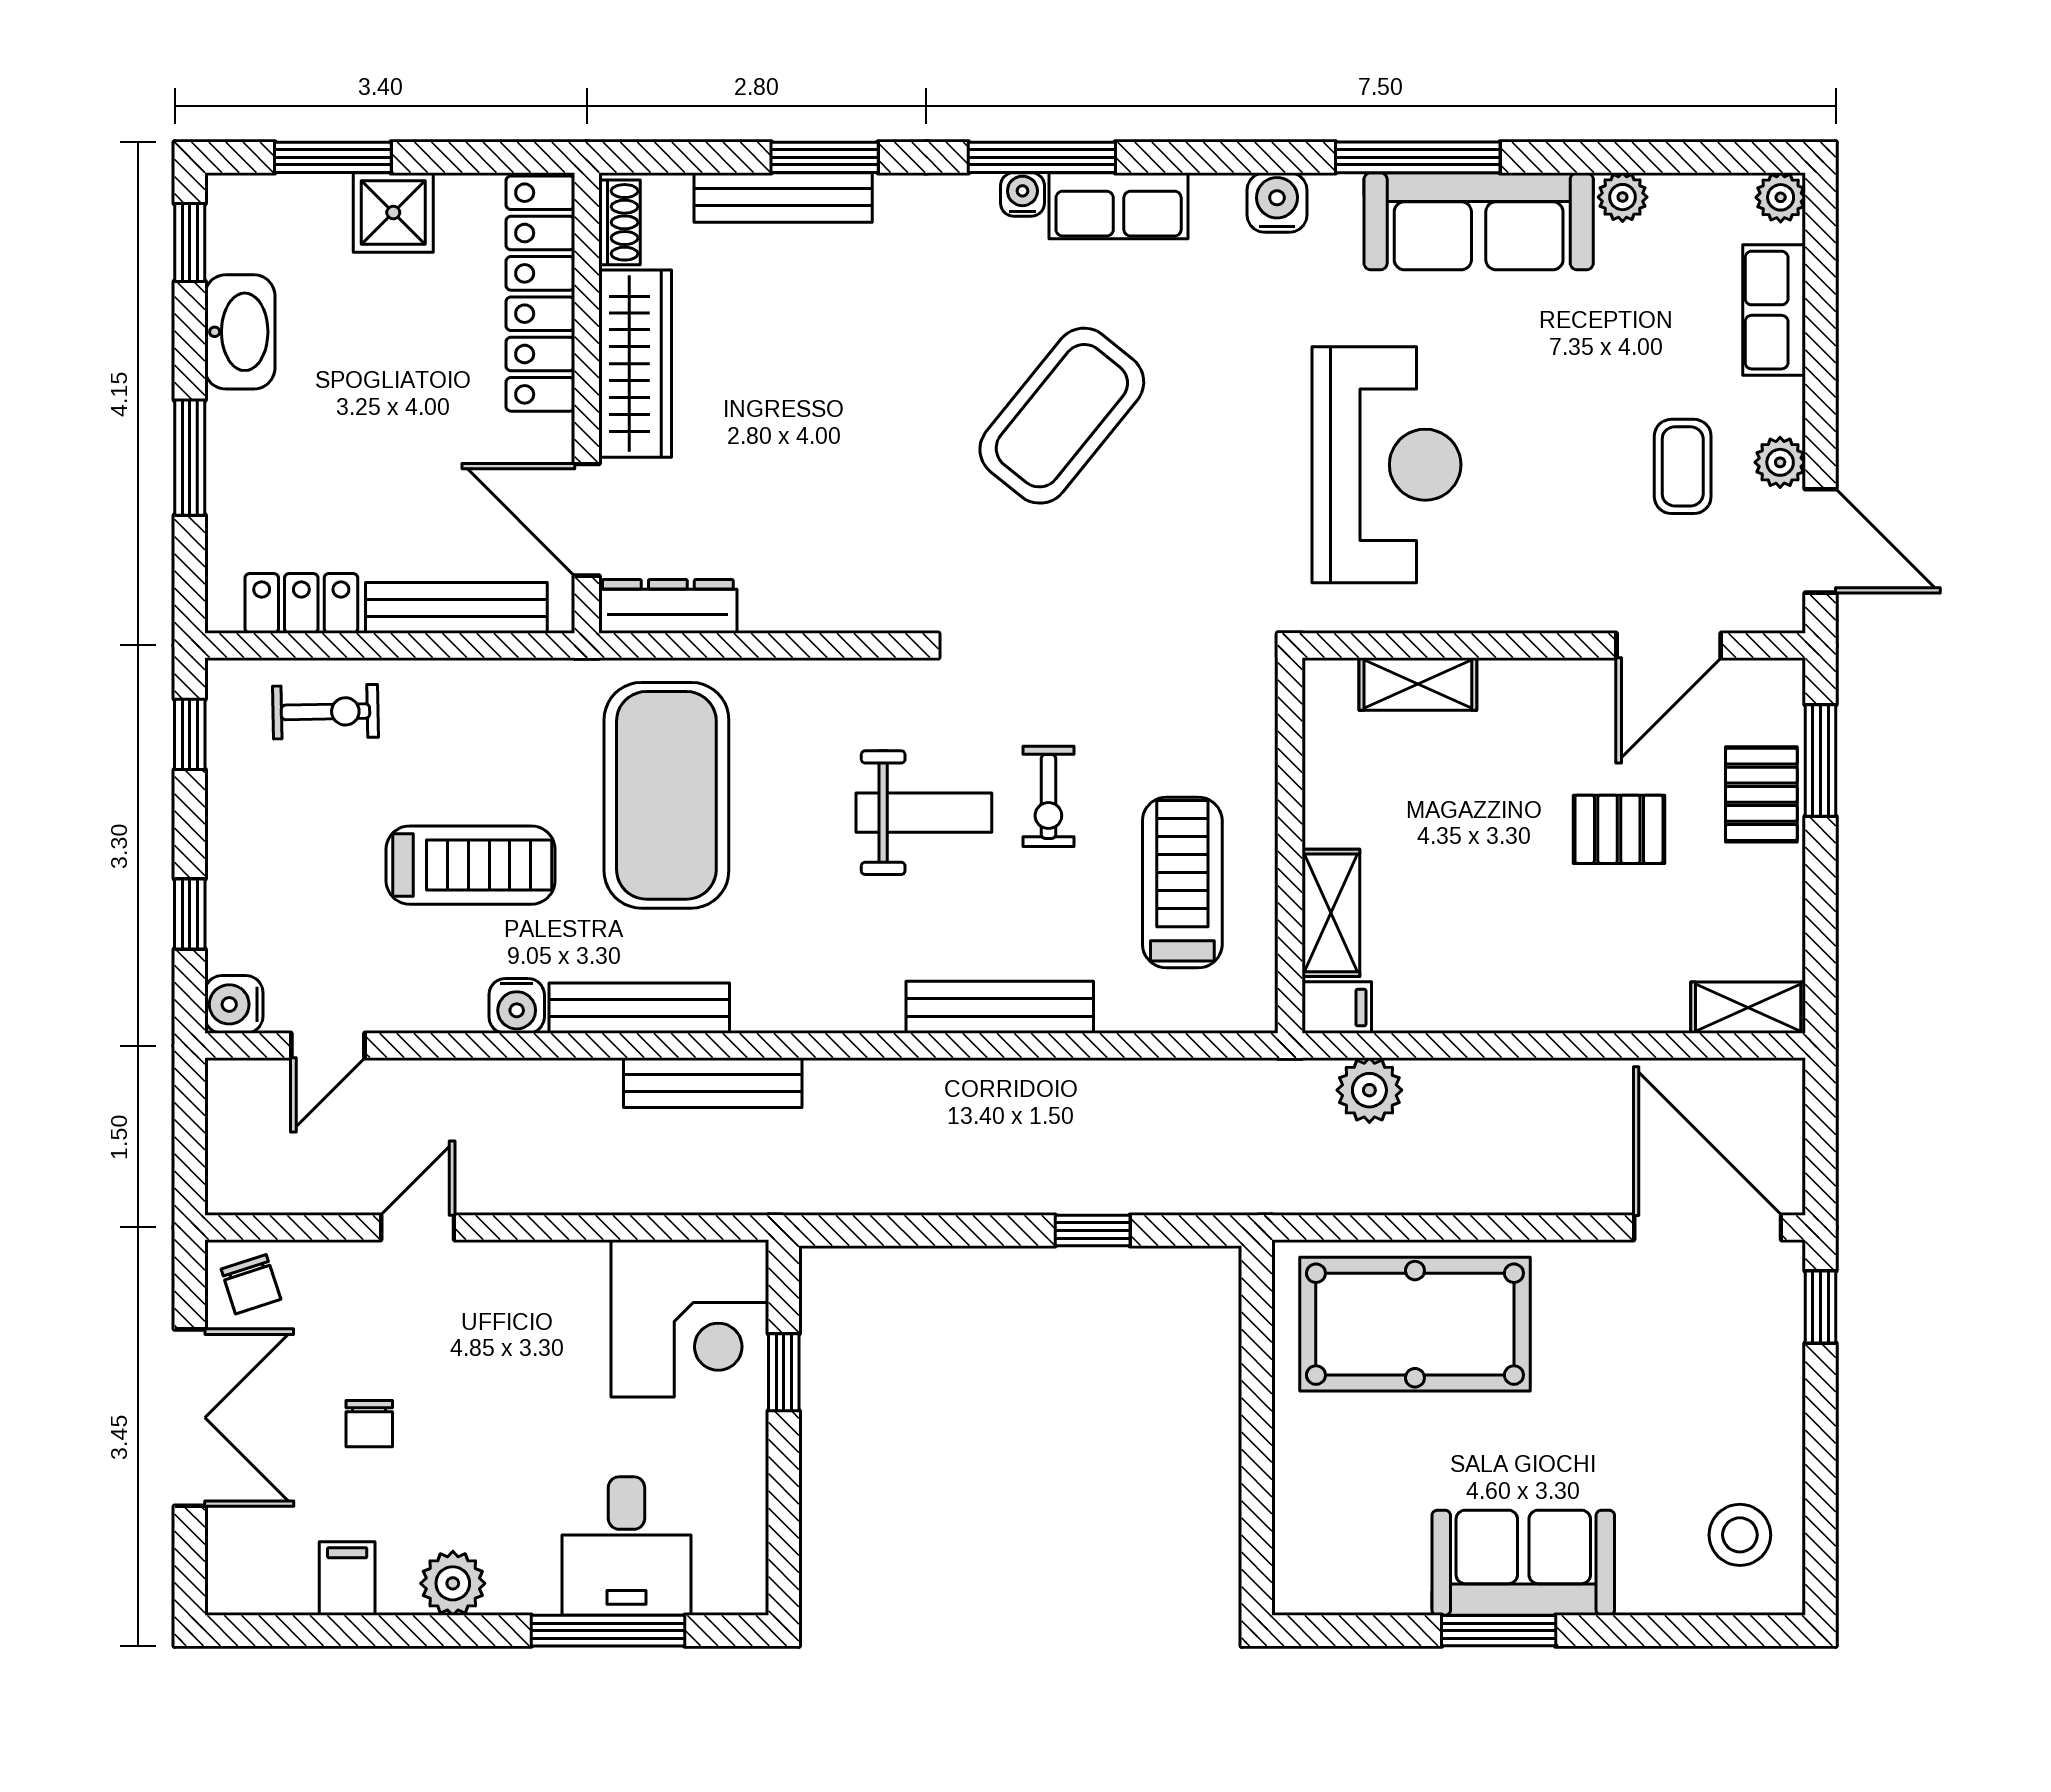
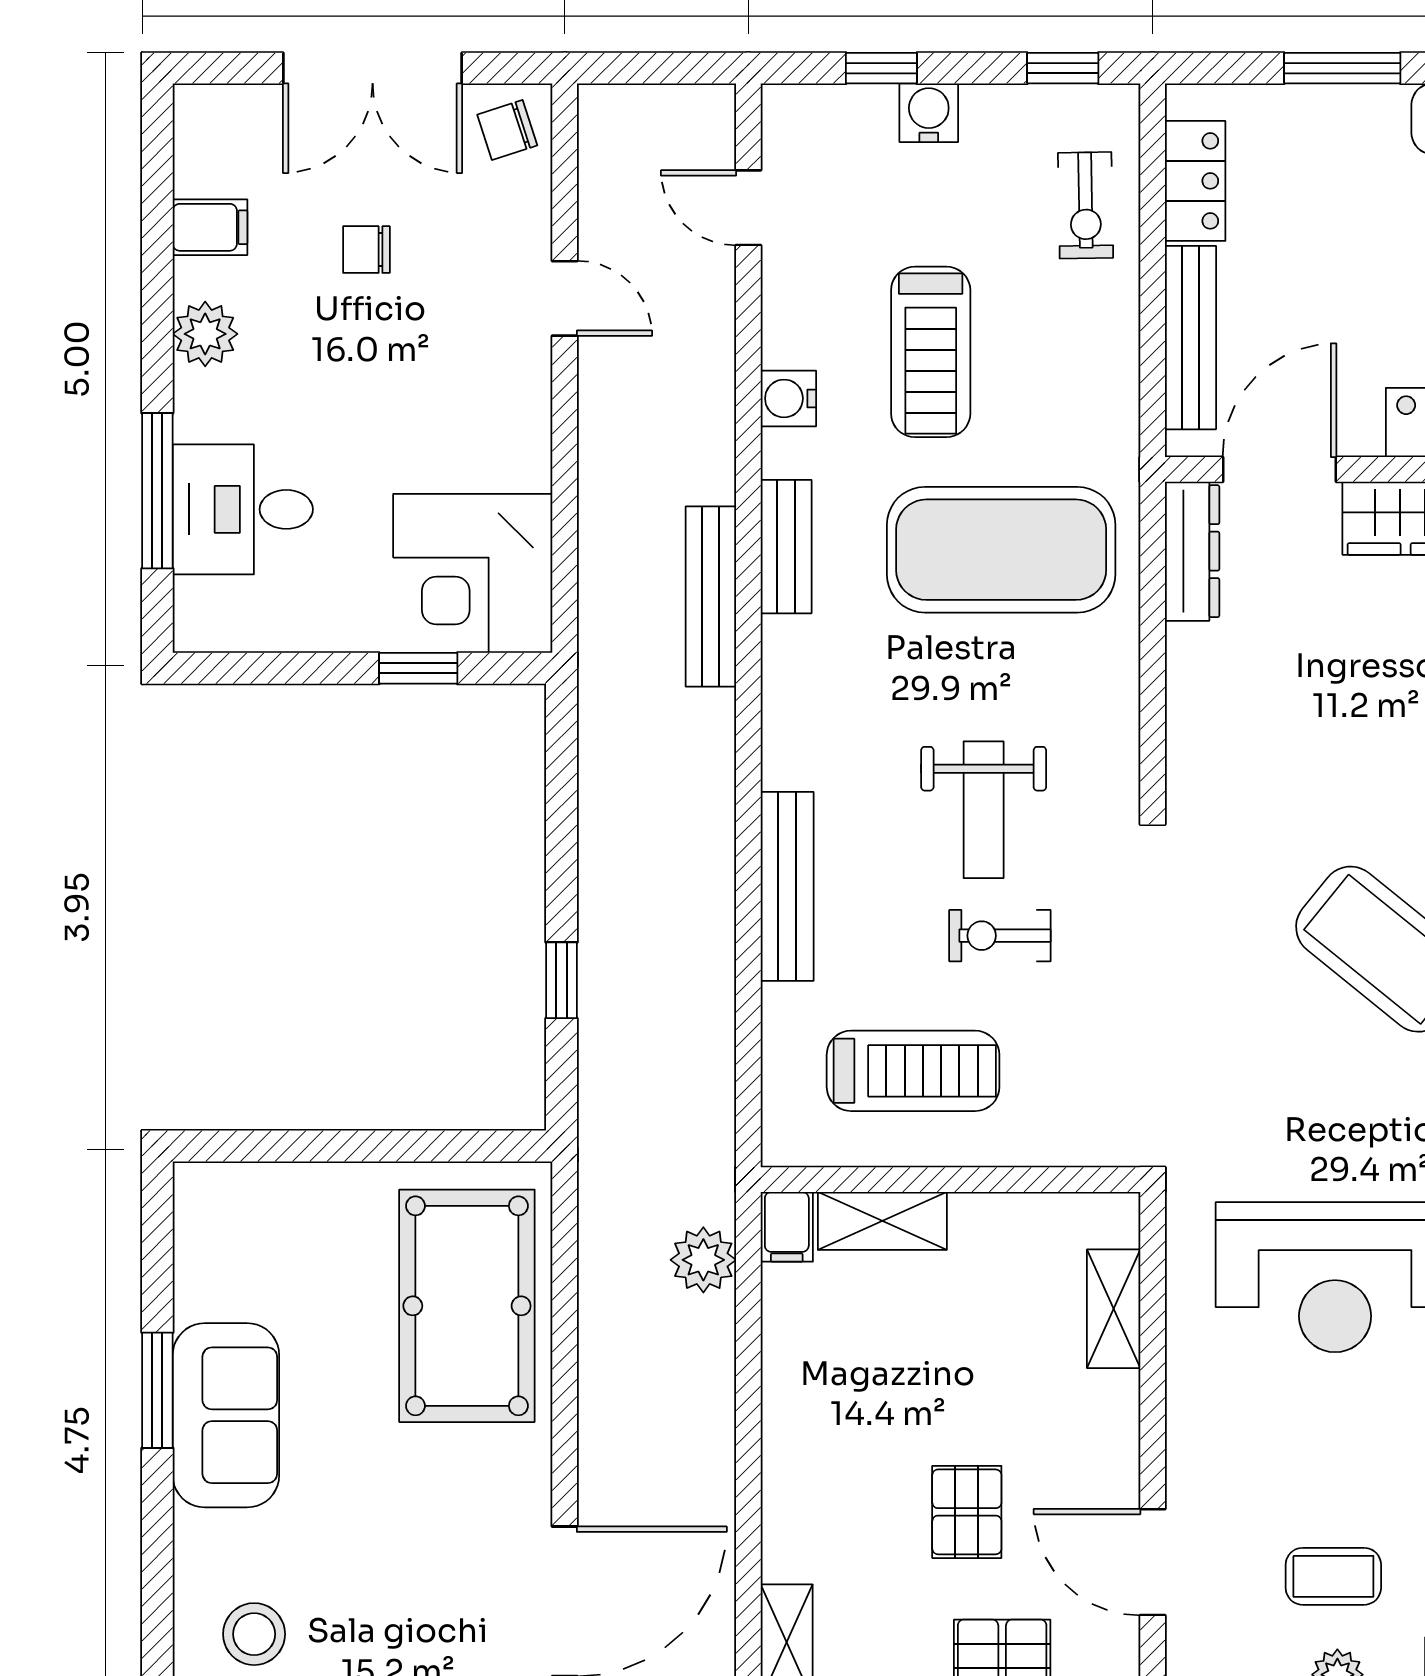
water cooler: (234, 1004) -> (929, 113), moved
bench: (639, 1008) -> (786, 547), width x0.73

